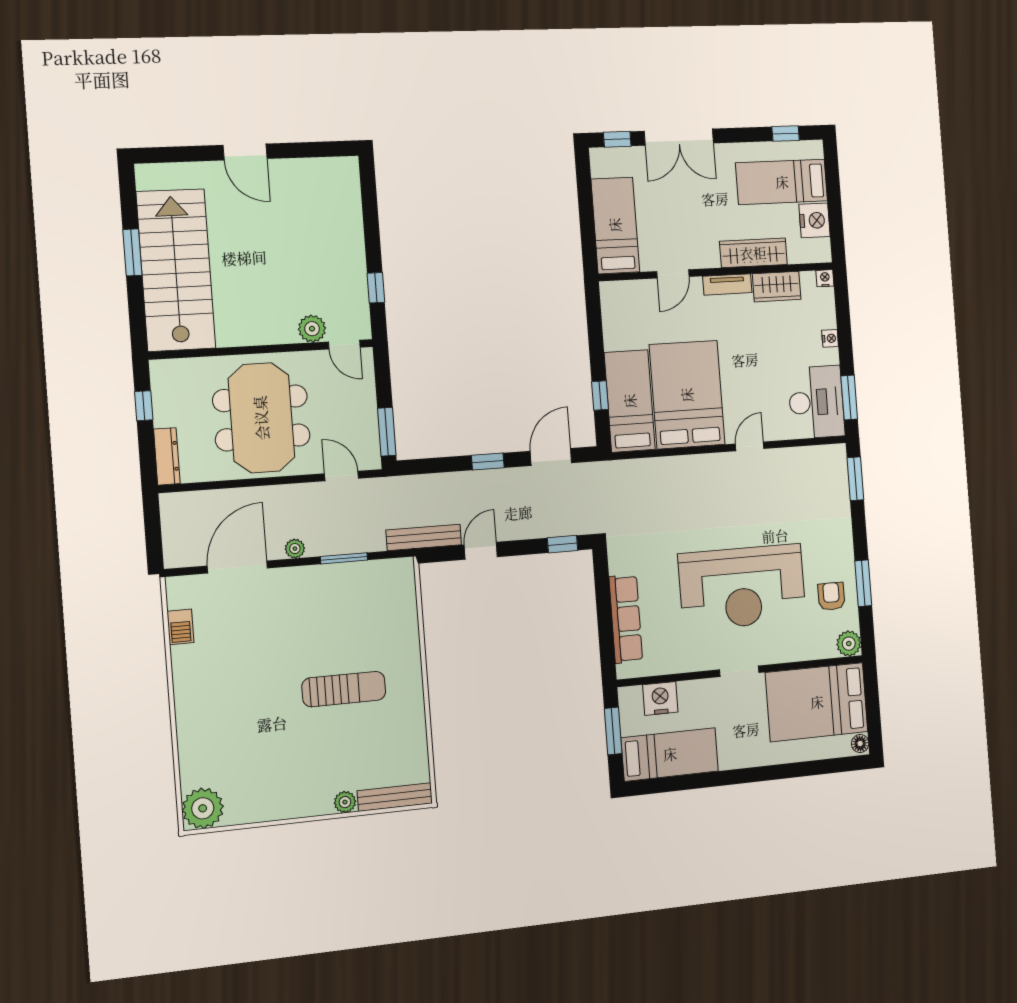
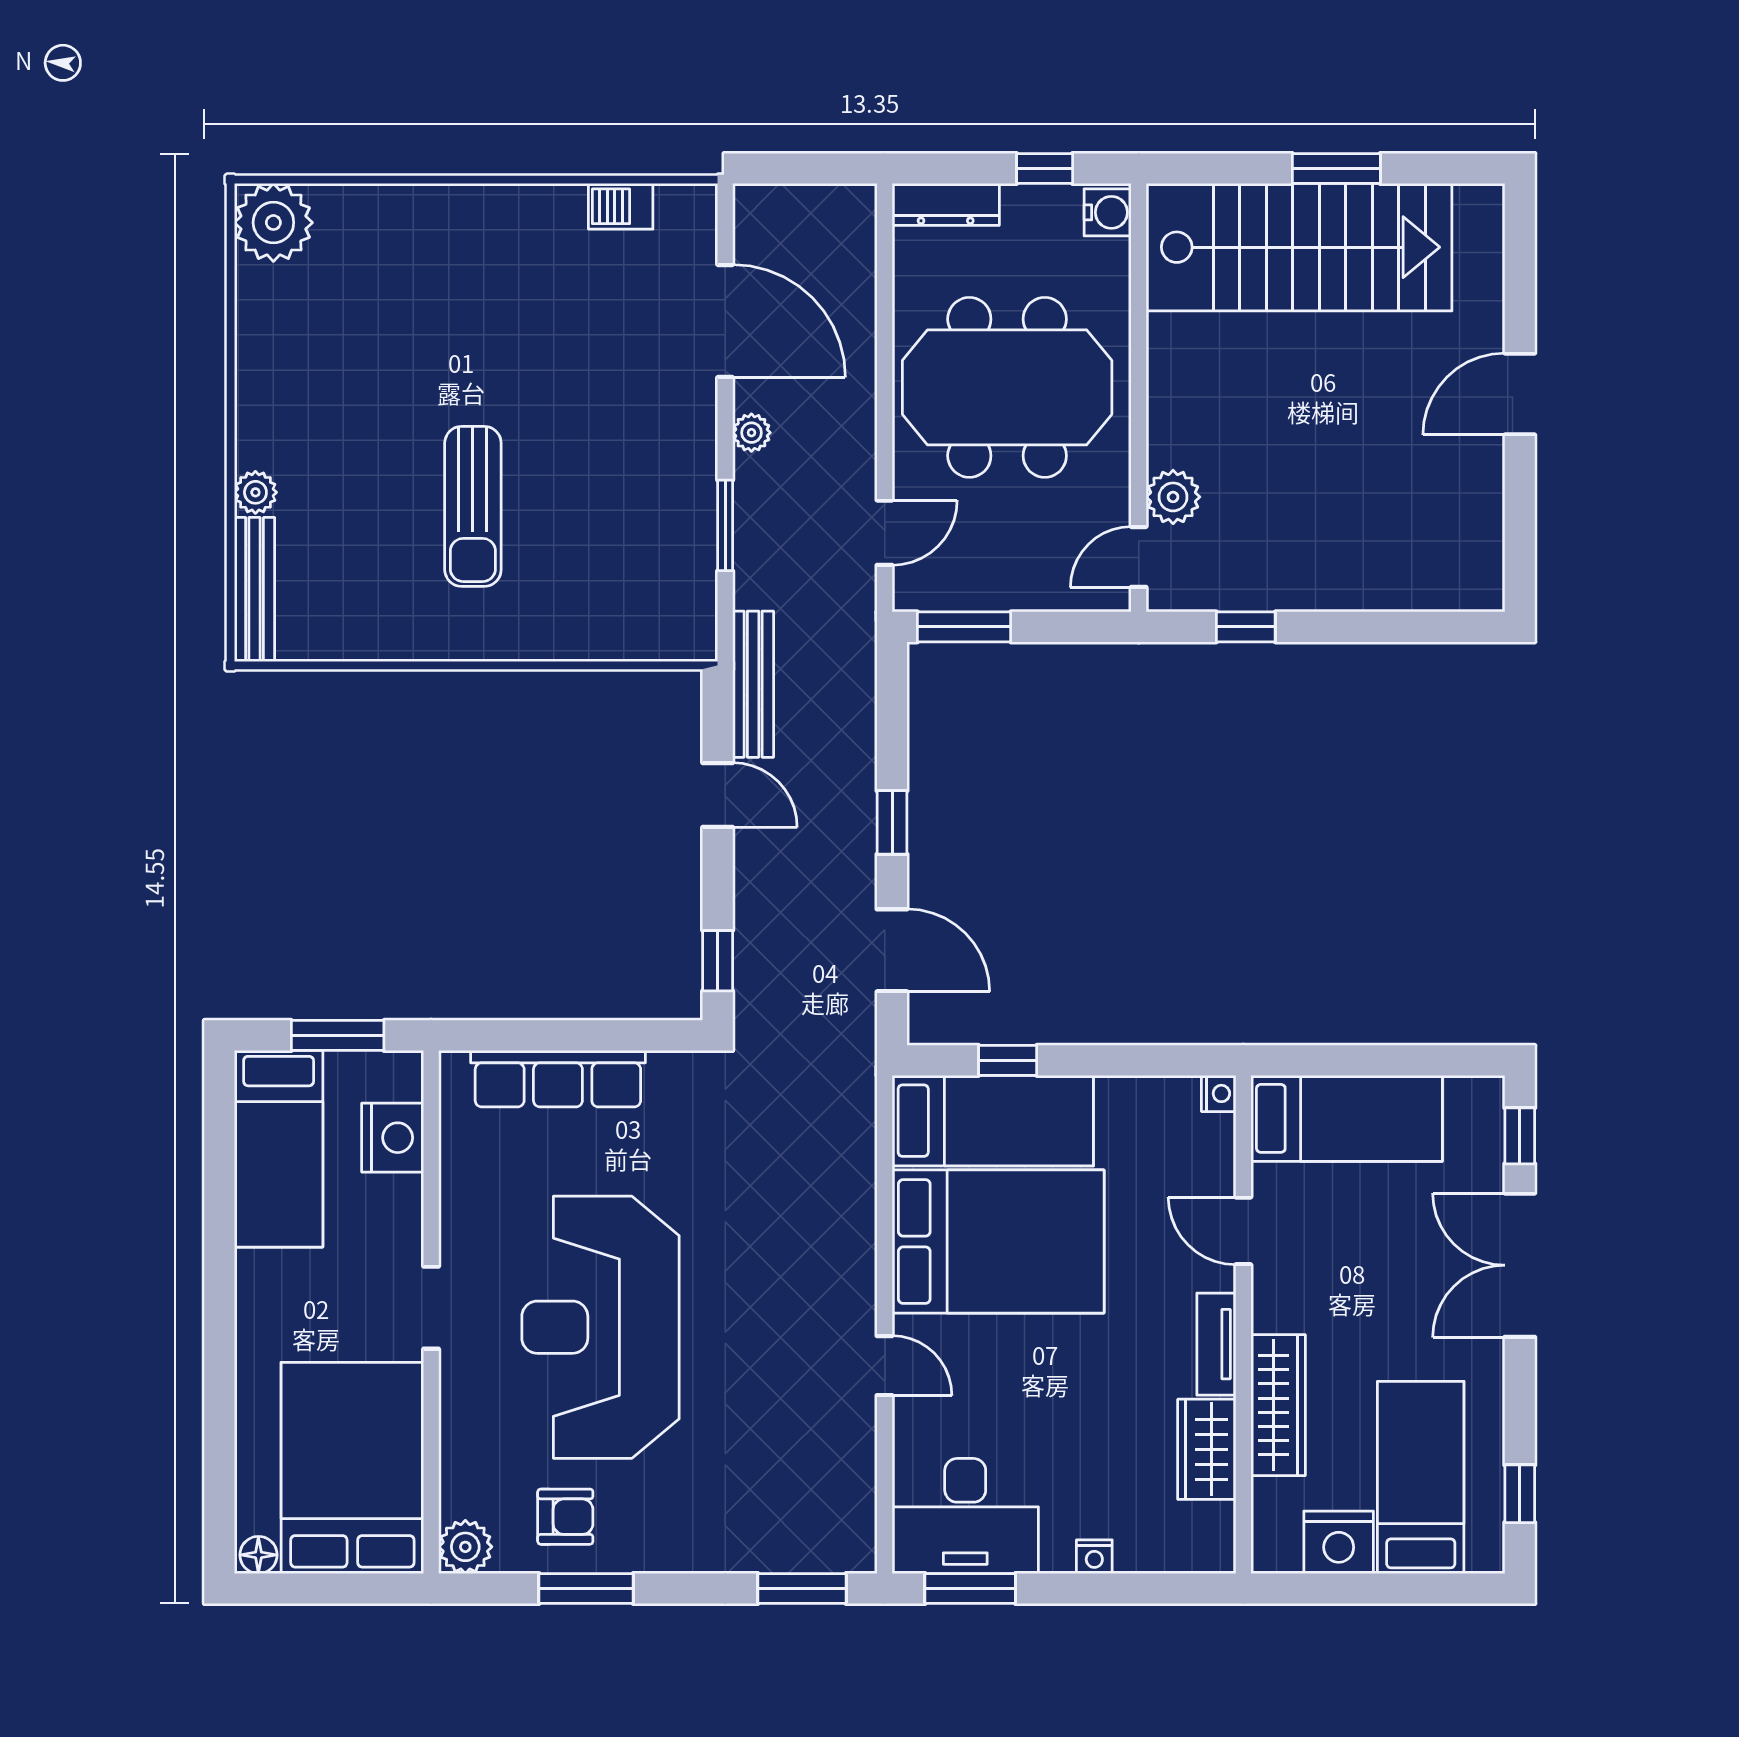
nightstand: (825, 278) -> (1219, 1093), moved
water cooler: (165, 371) -> (1108, 212), added

